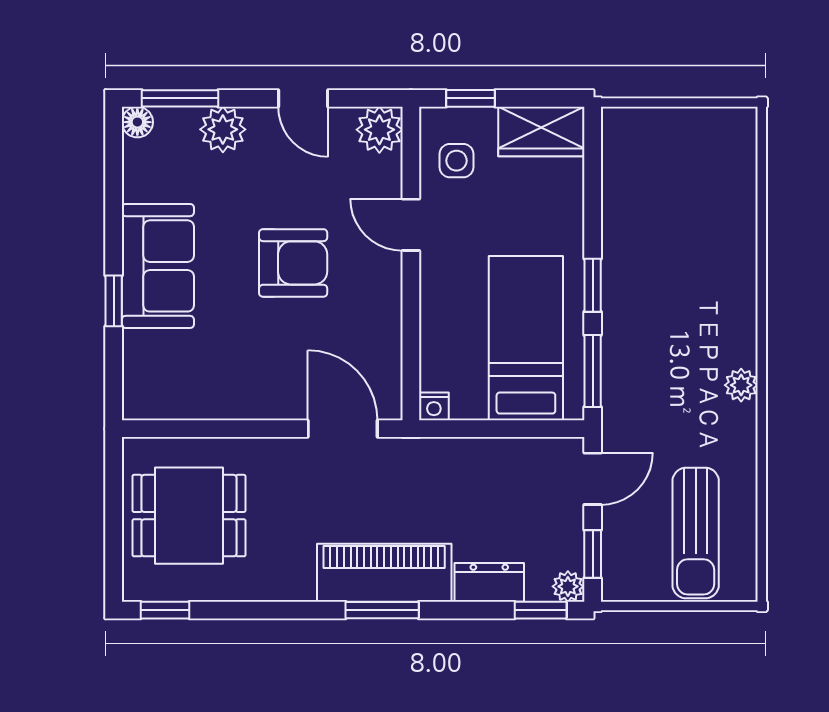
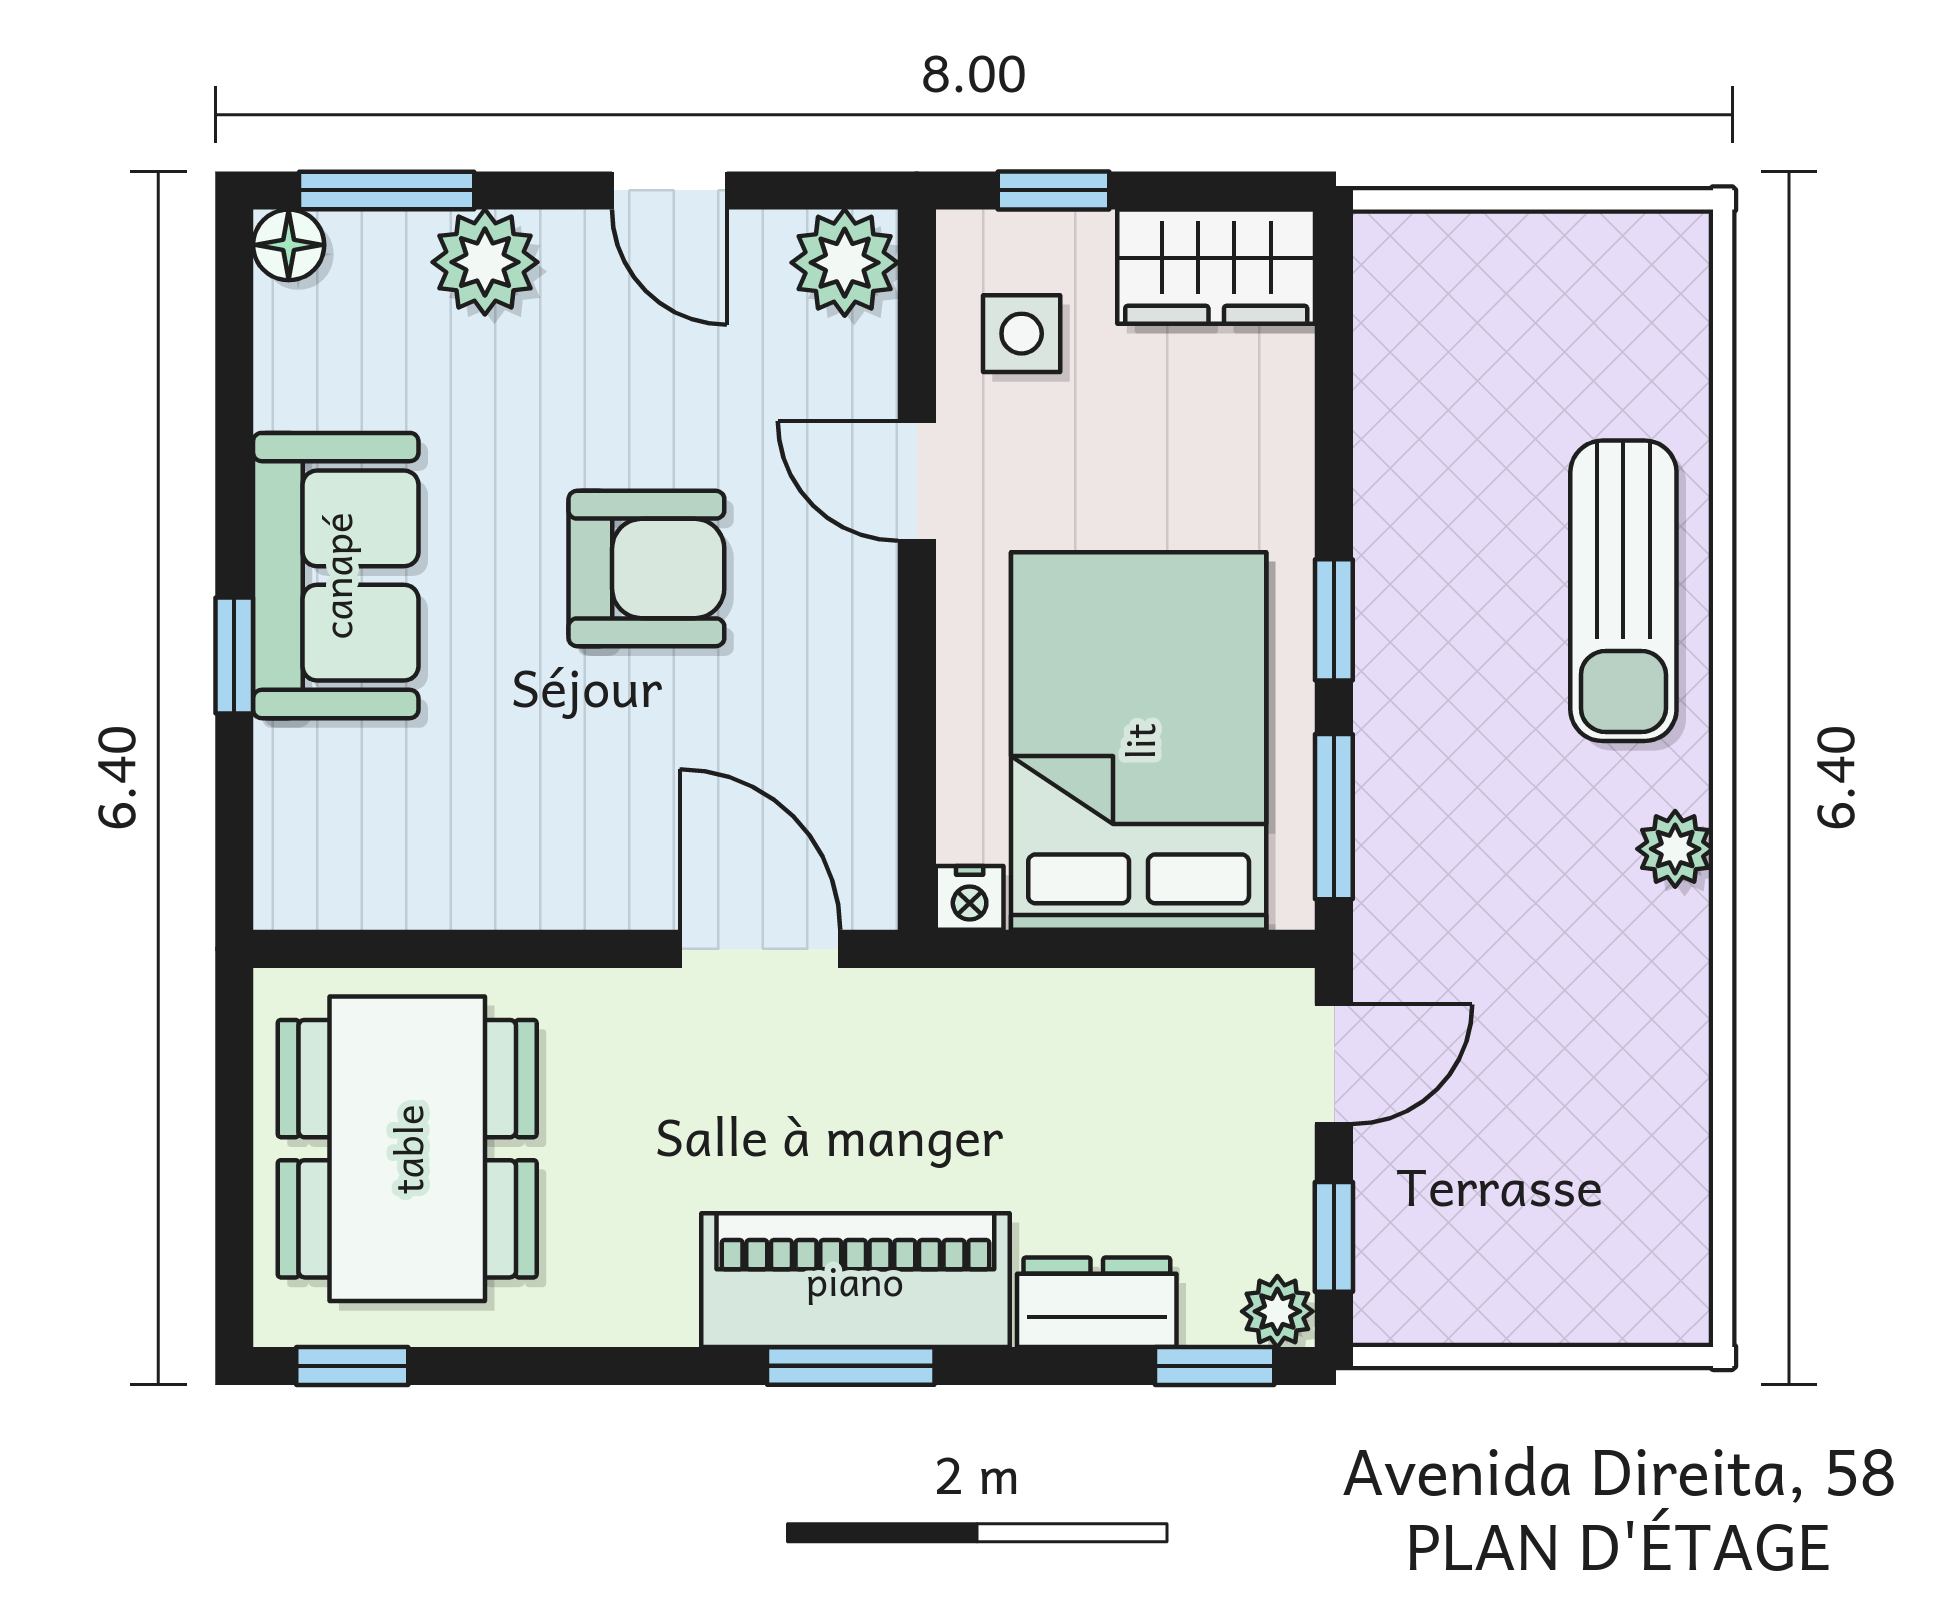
bed: (526, 338) -> (1139, 741), width x1.50
dining table: (189, 516) -> (407, 1149), width x1.38
sun lounger: (696, 533) -> (1623, 591), moved

